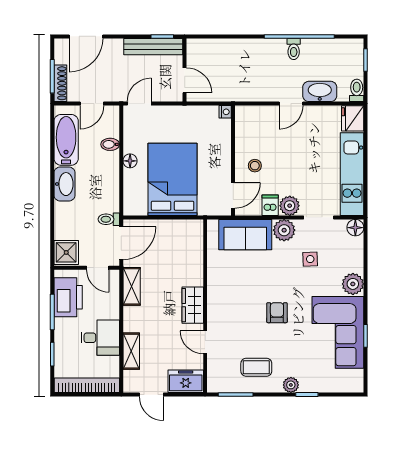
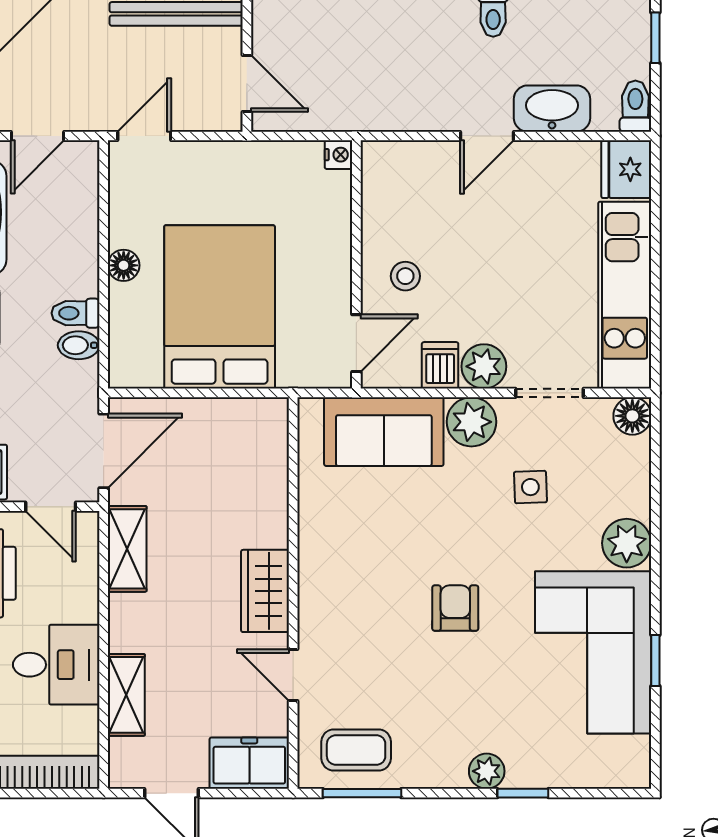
bidet: (110, 144) -> (79, 345), moved
toilet: (109, 219) -> (76, 313), moved
coffee table: (256, 367) -> (356, 750), moved

